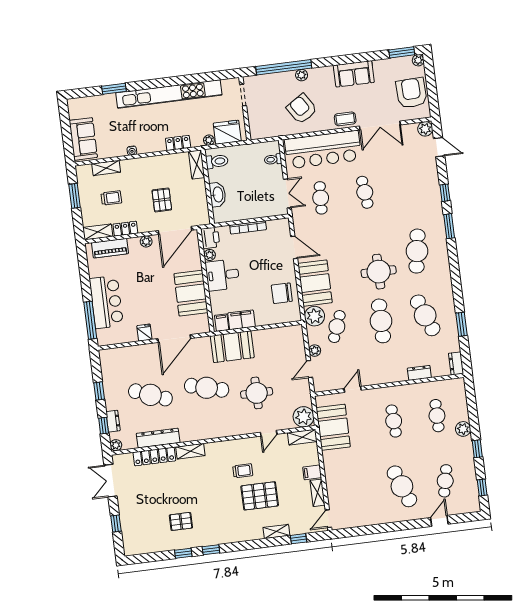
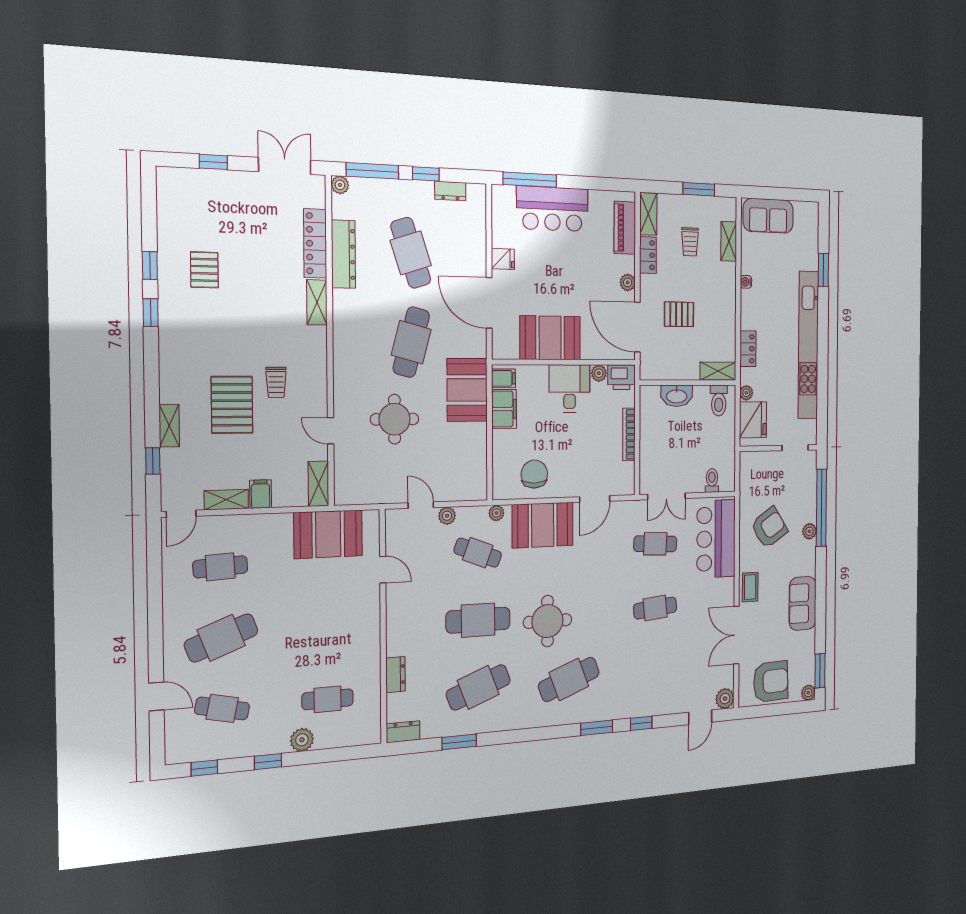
bar counter: (323, 150) -> (716, 539), width x0.73
cafe table: (417, 251) -> (569, 679), turned -30
plant: (314, 316) -> (496, 513), width x0.53, depth x0.53
cafe table: (150, 395) -> (411, 253), turned -39
plant: (304, 417) -> (350, 489), removed
dresser: (113, 421) -> (450, 191), moved
cafe table: (394, 421) -> (220, 567), moved
window: (104, 426) -> (372, 171), width x2.17
door: (328, 519) -> (181, 514), swing flipped

